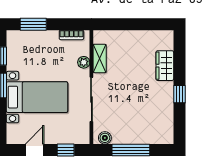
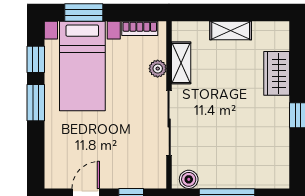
shelving: (133, 36) -> (231, 31), added
bed with nightstands: (37, 97) -> (82, 66), moved, turned 90

